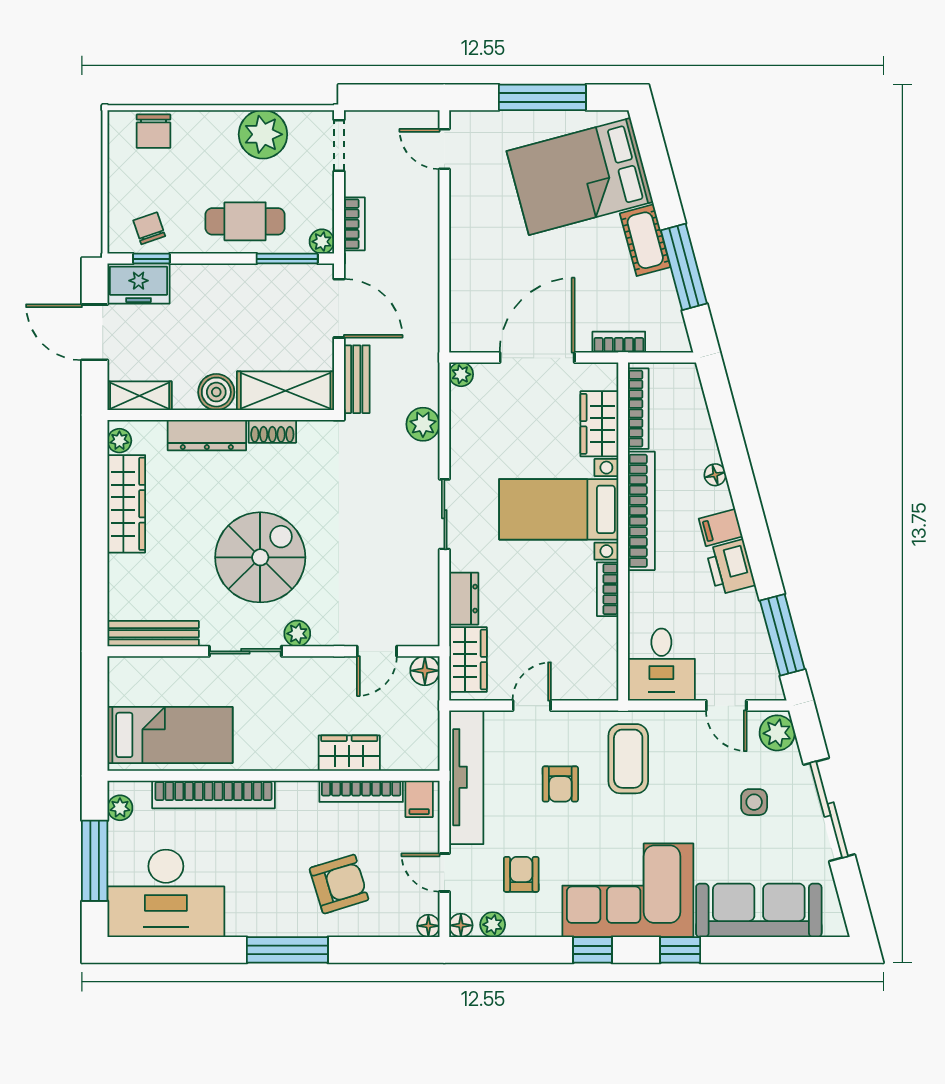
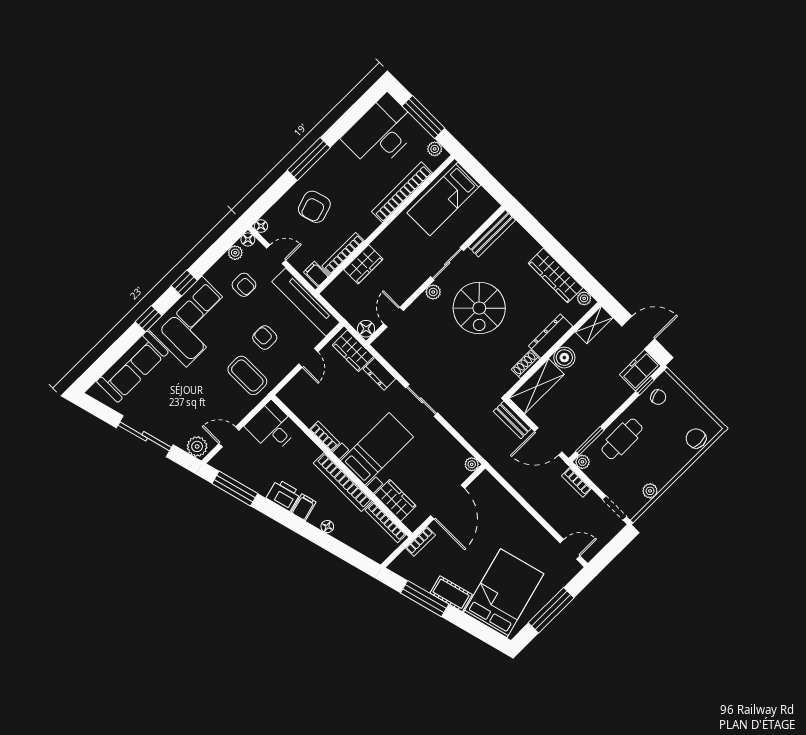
plant: (263, 134) -> (650, 491), width x0.53, depth x0.53
plant: (423, 424) -> (467, 428), removed
side table: (754, 802) -> (178, 409), removed

